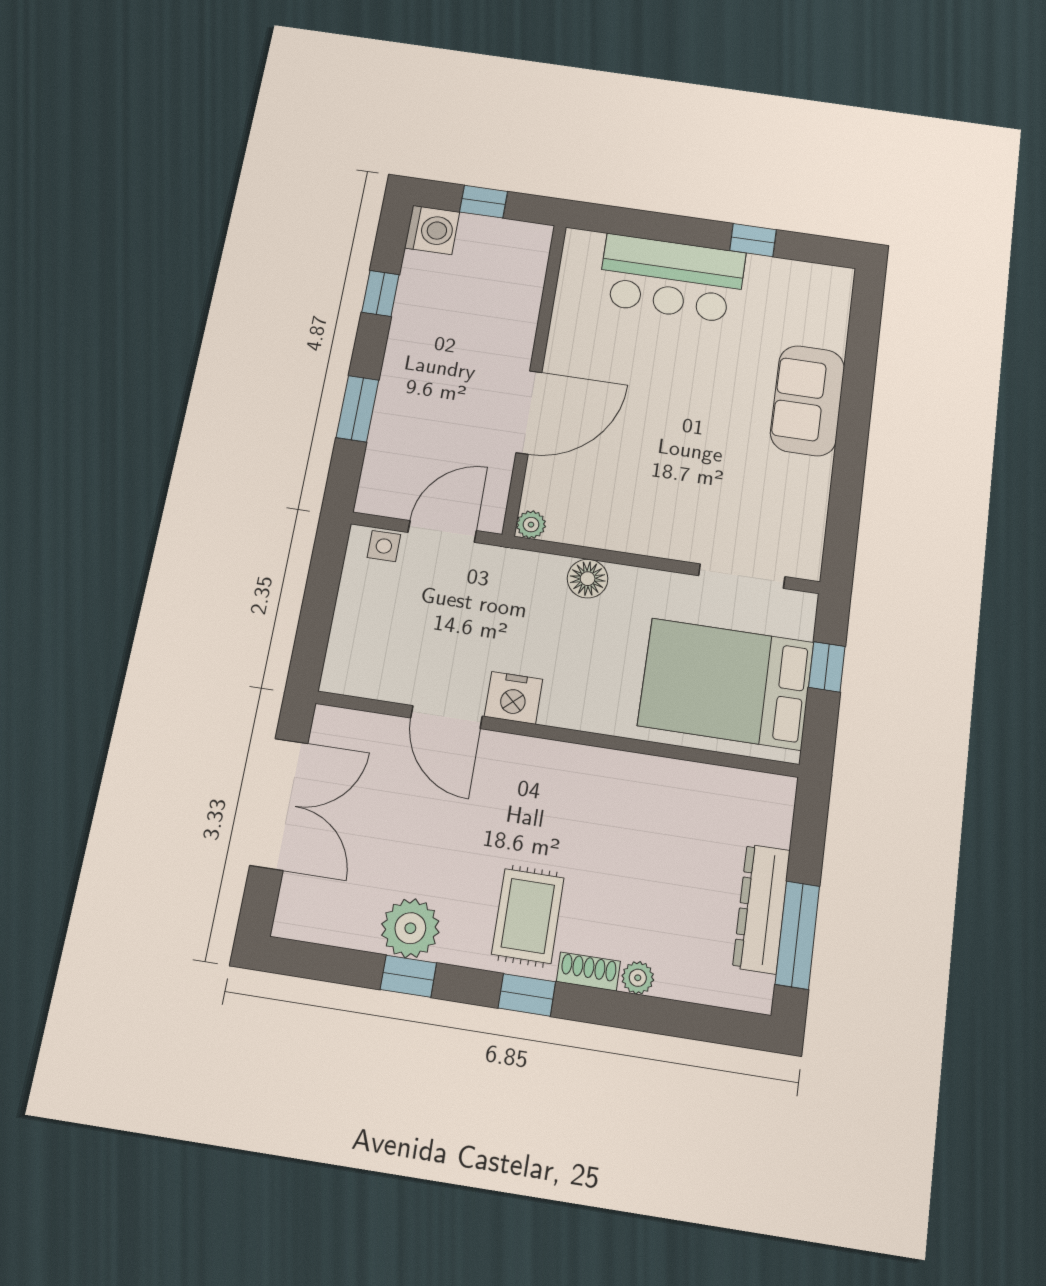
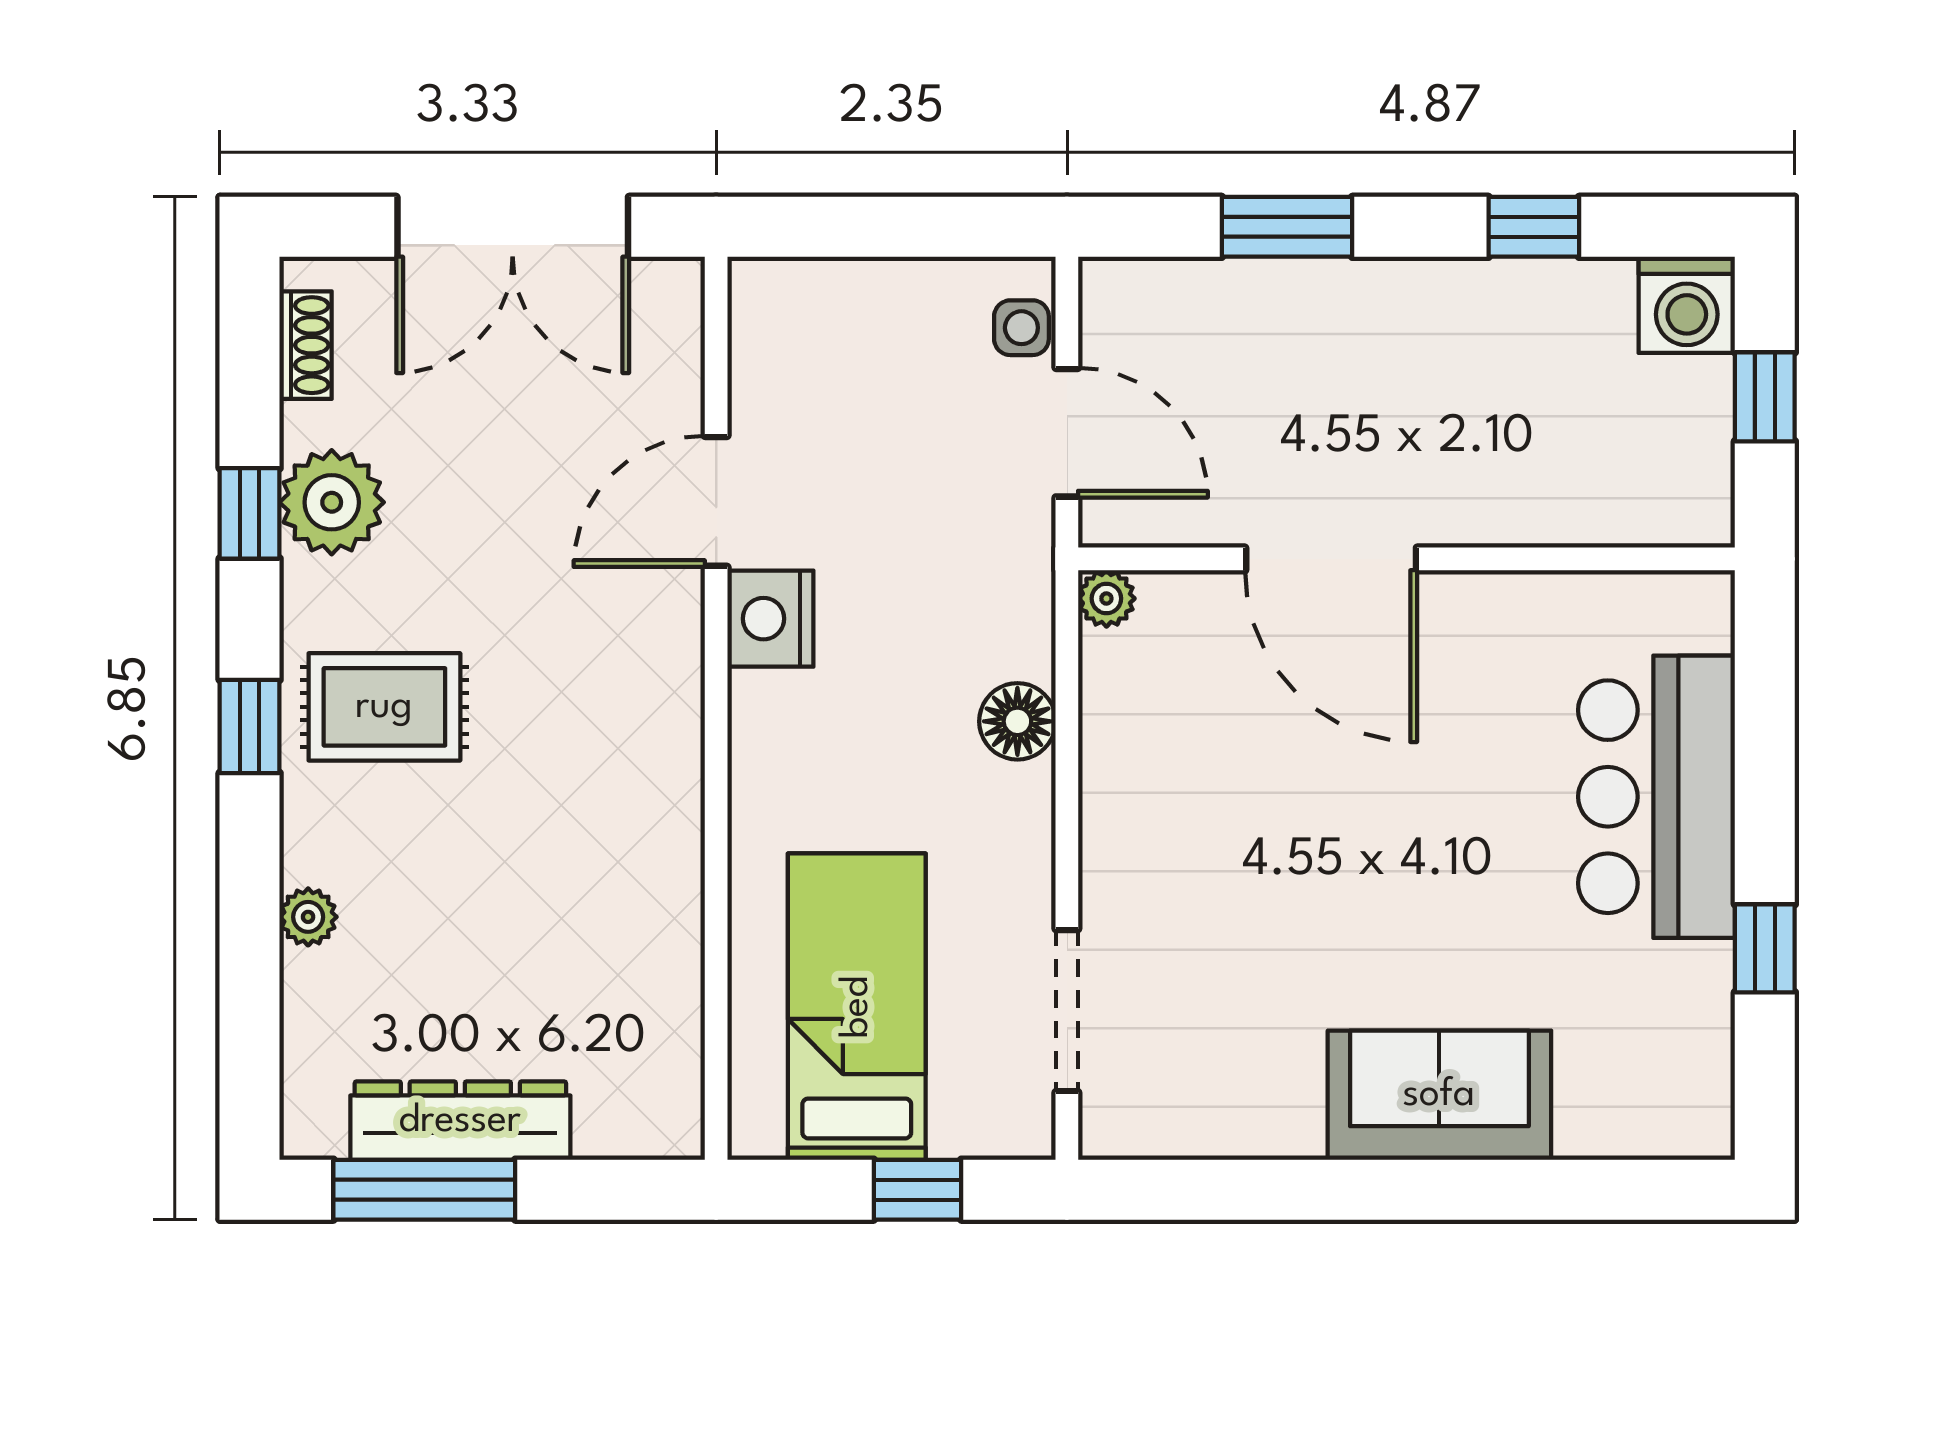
bed: (726, 684) -> (857, 1007), width x0.67
shoe rack: (588, 972) -> (306, 345), moved

